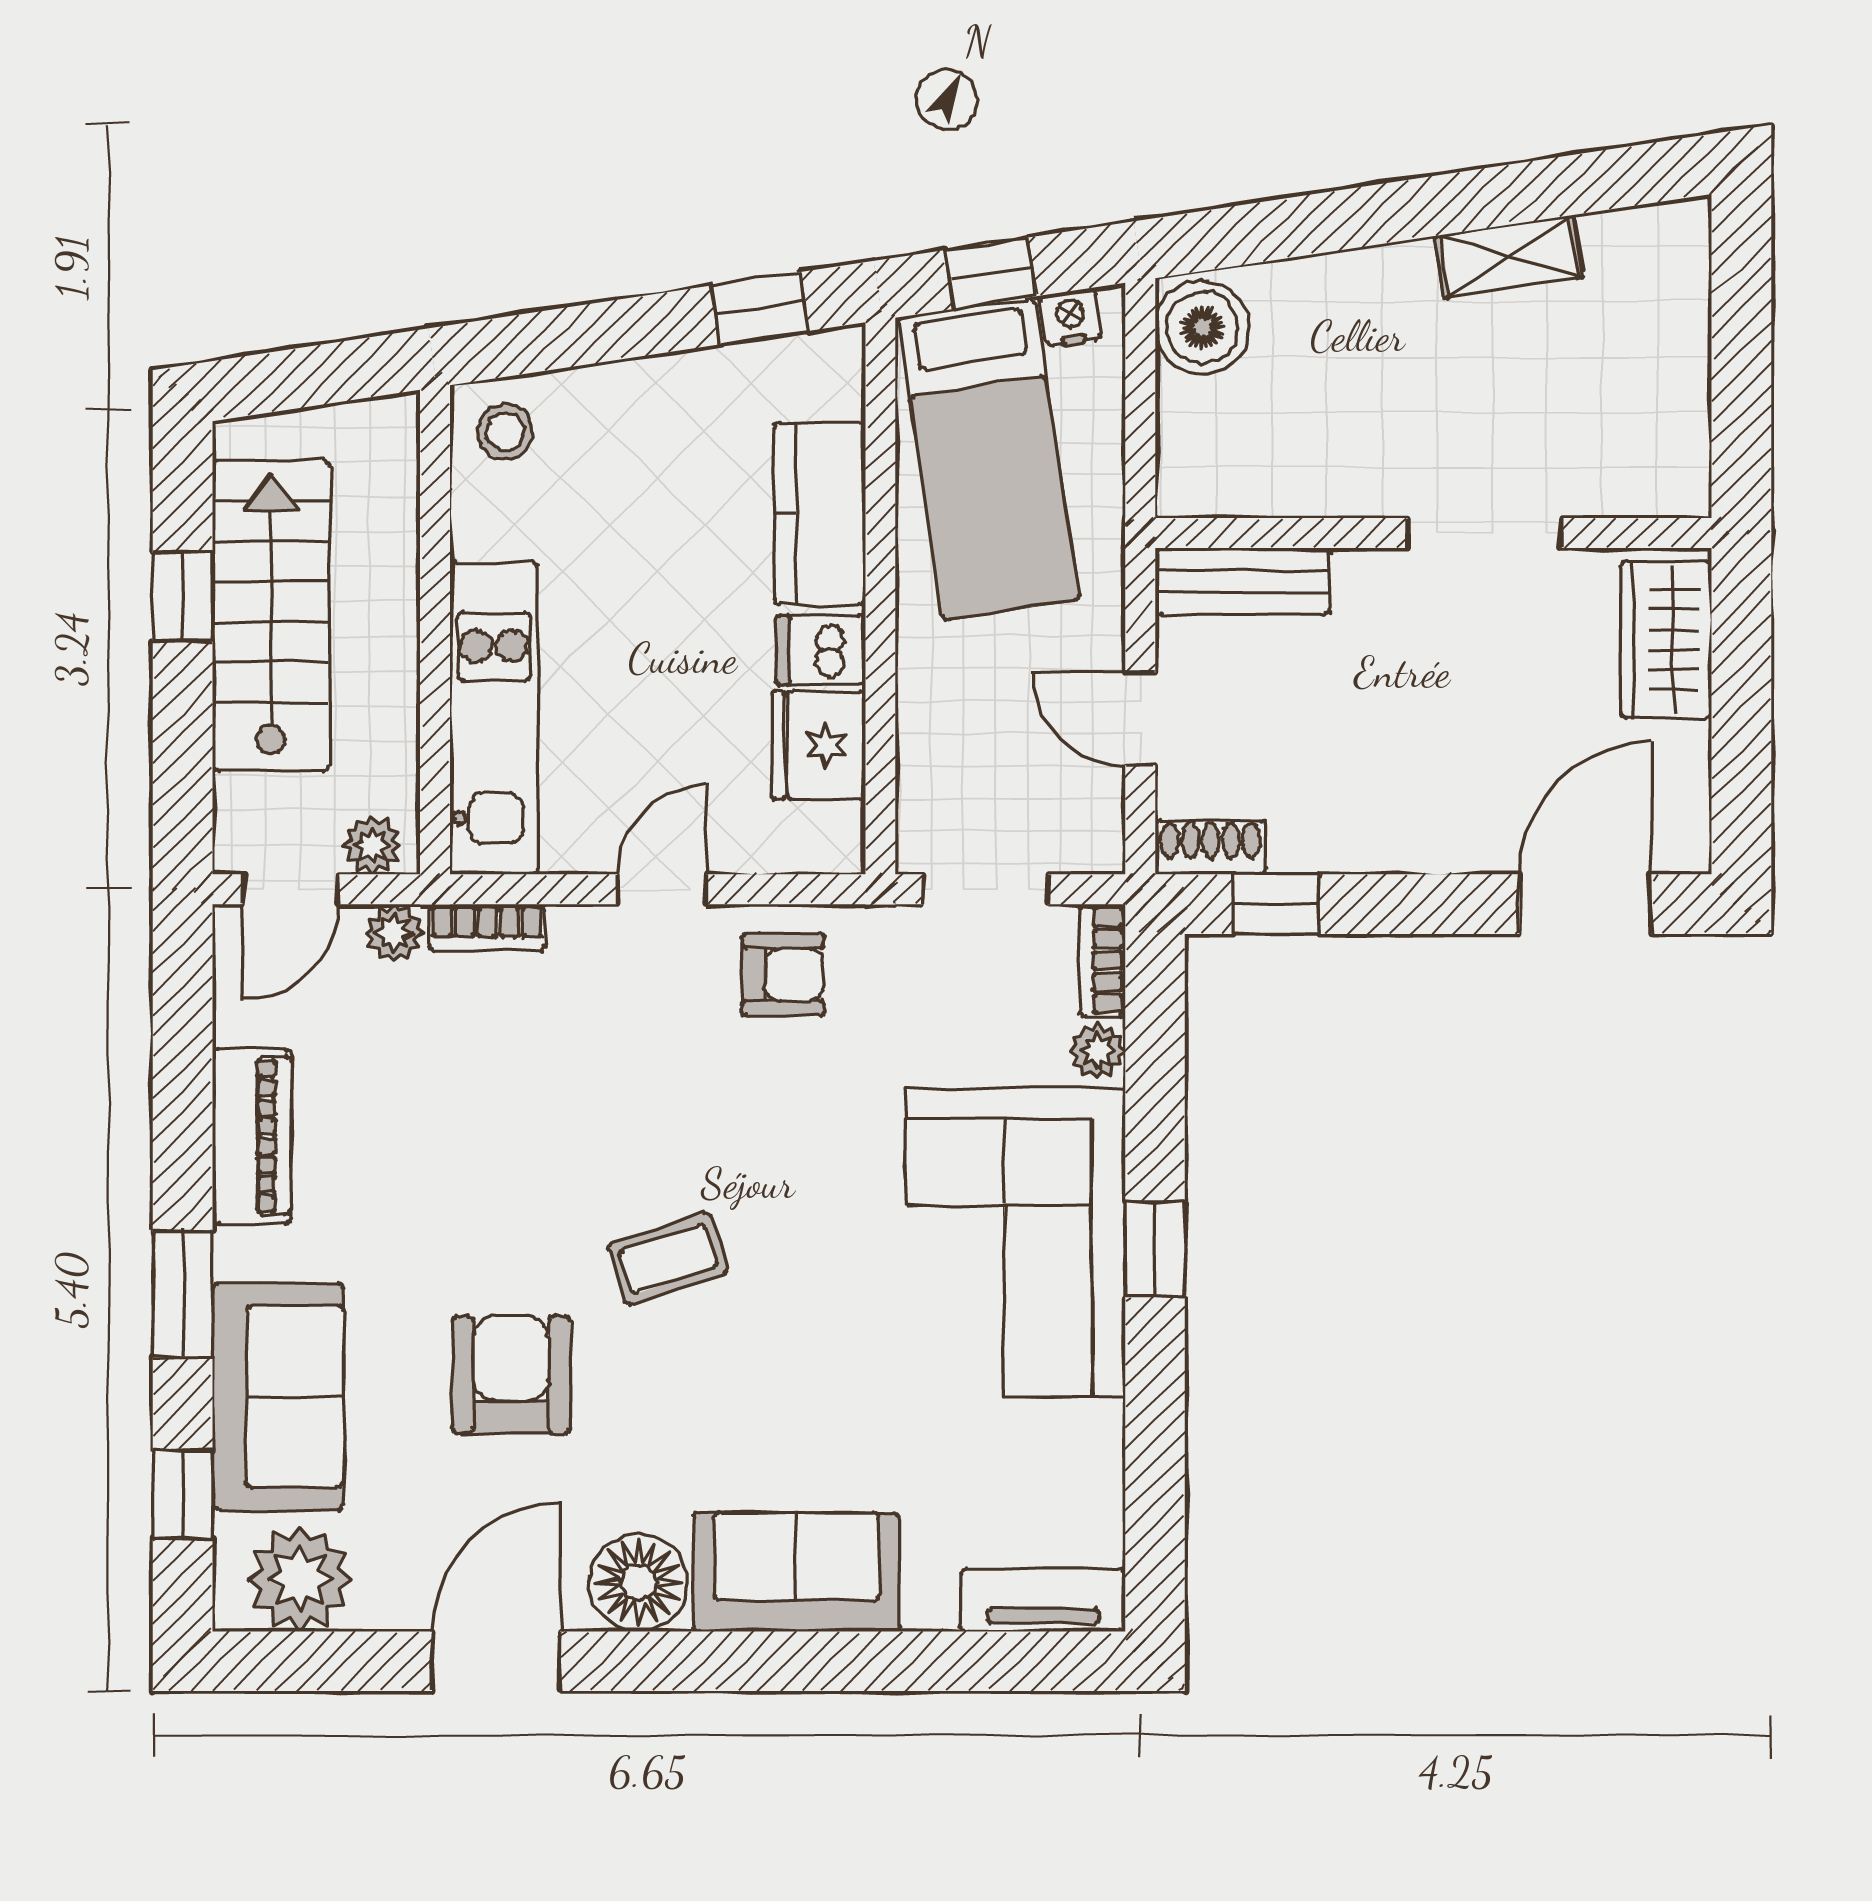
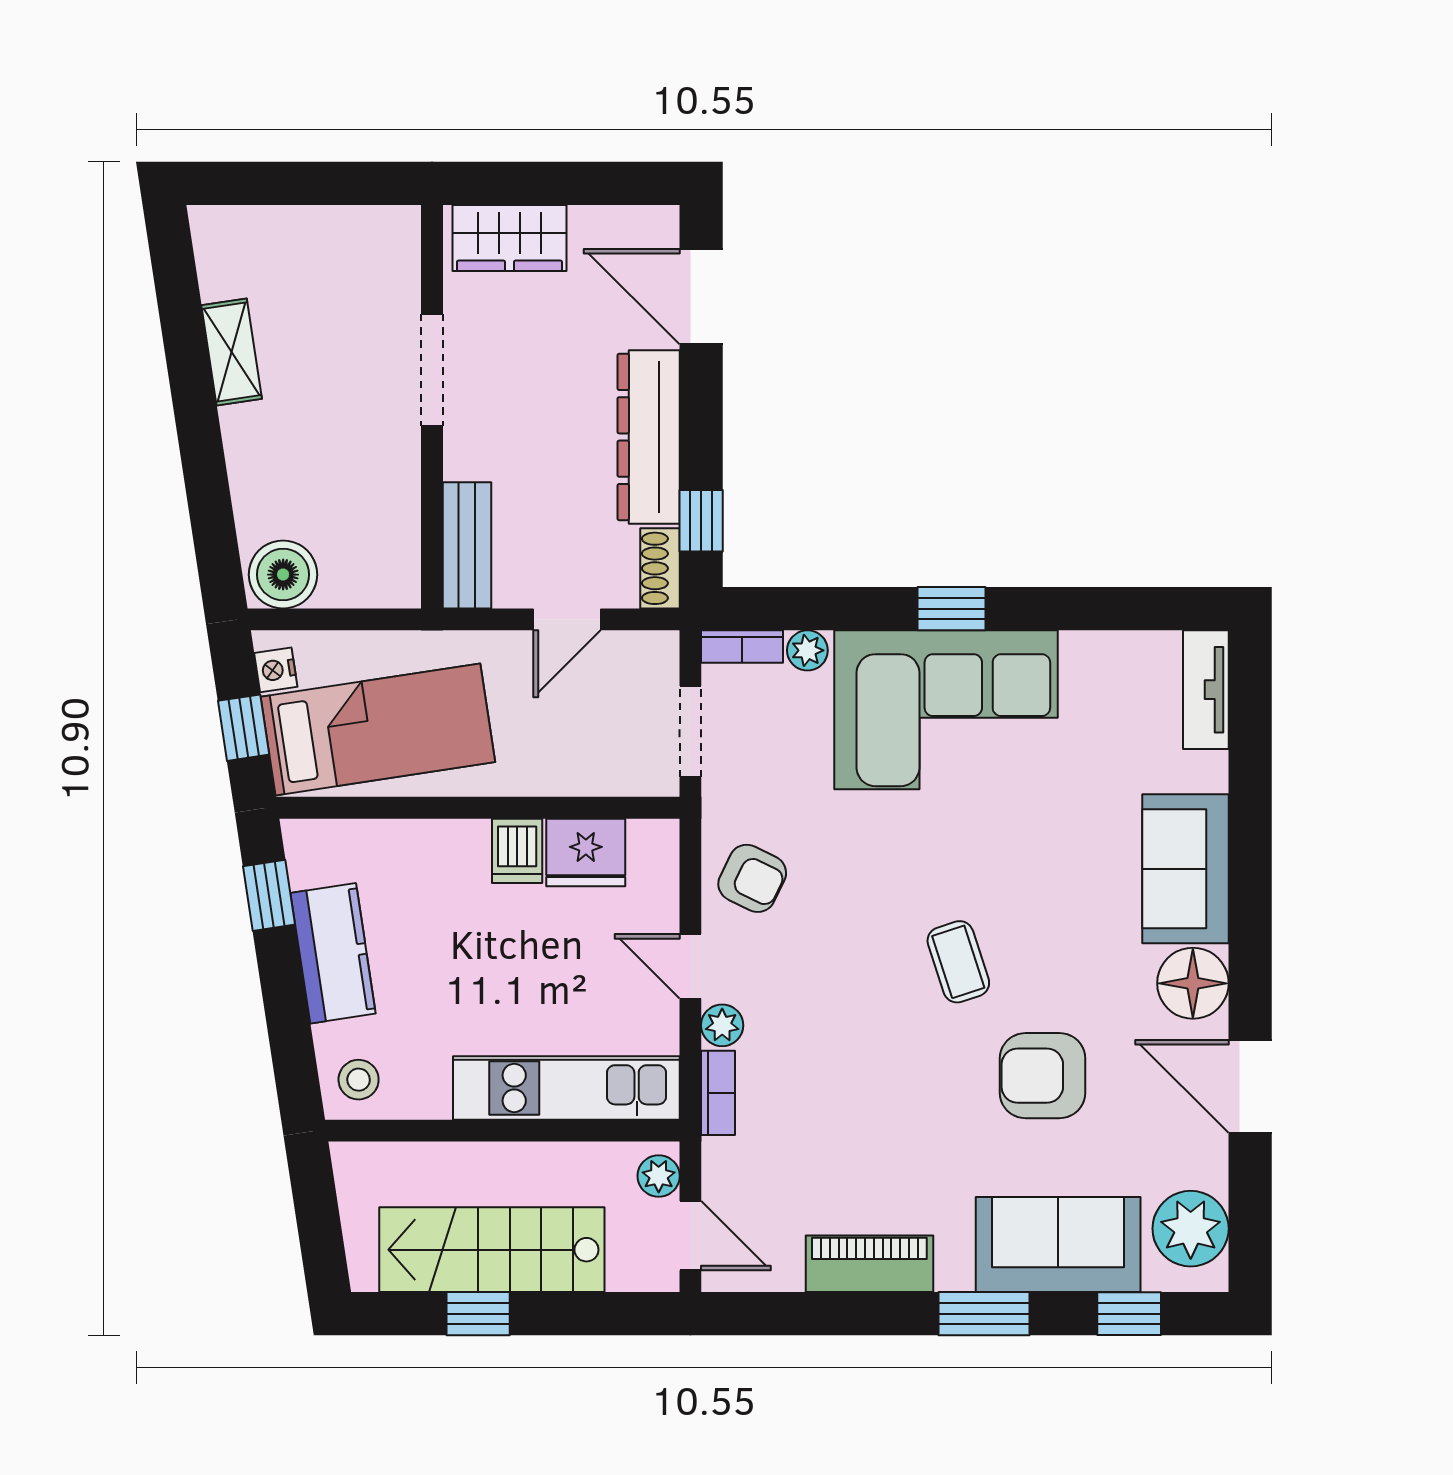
kitchen counter: (820, 513) -> (333, 953), moved, turned -99
dresser: (1392, 832) -> (649, 437), added
plant: (394, 933) -> (722, 1025), moved
armchair: (783, 975) -> (752, 878), turned 116

